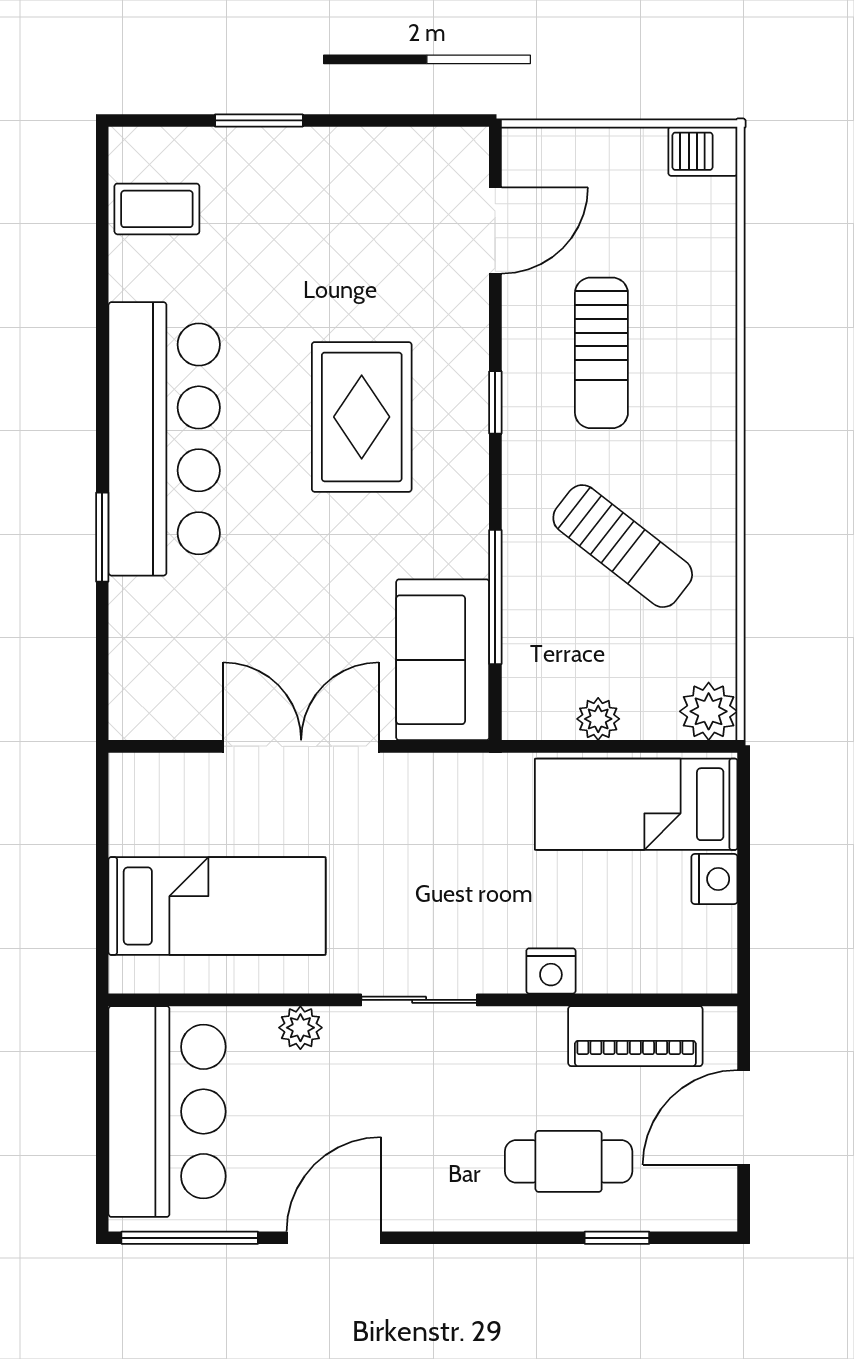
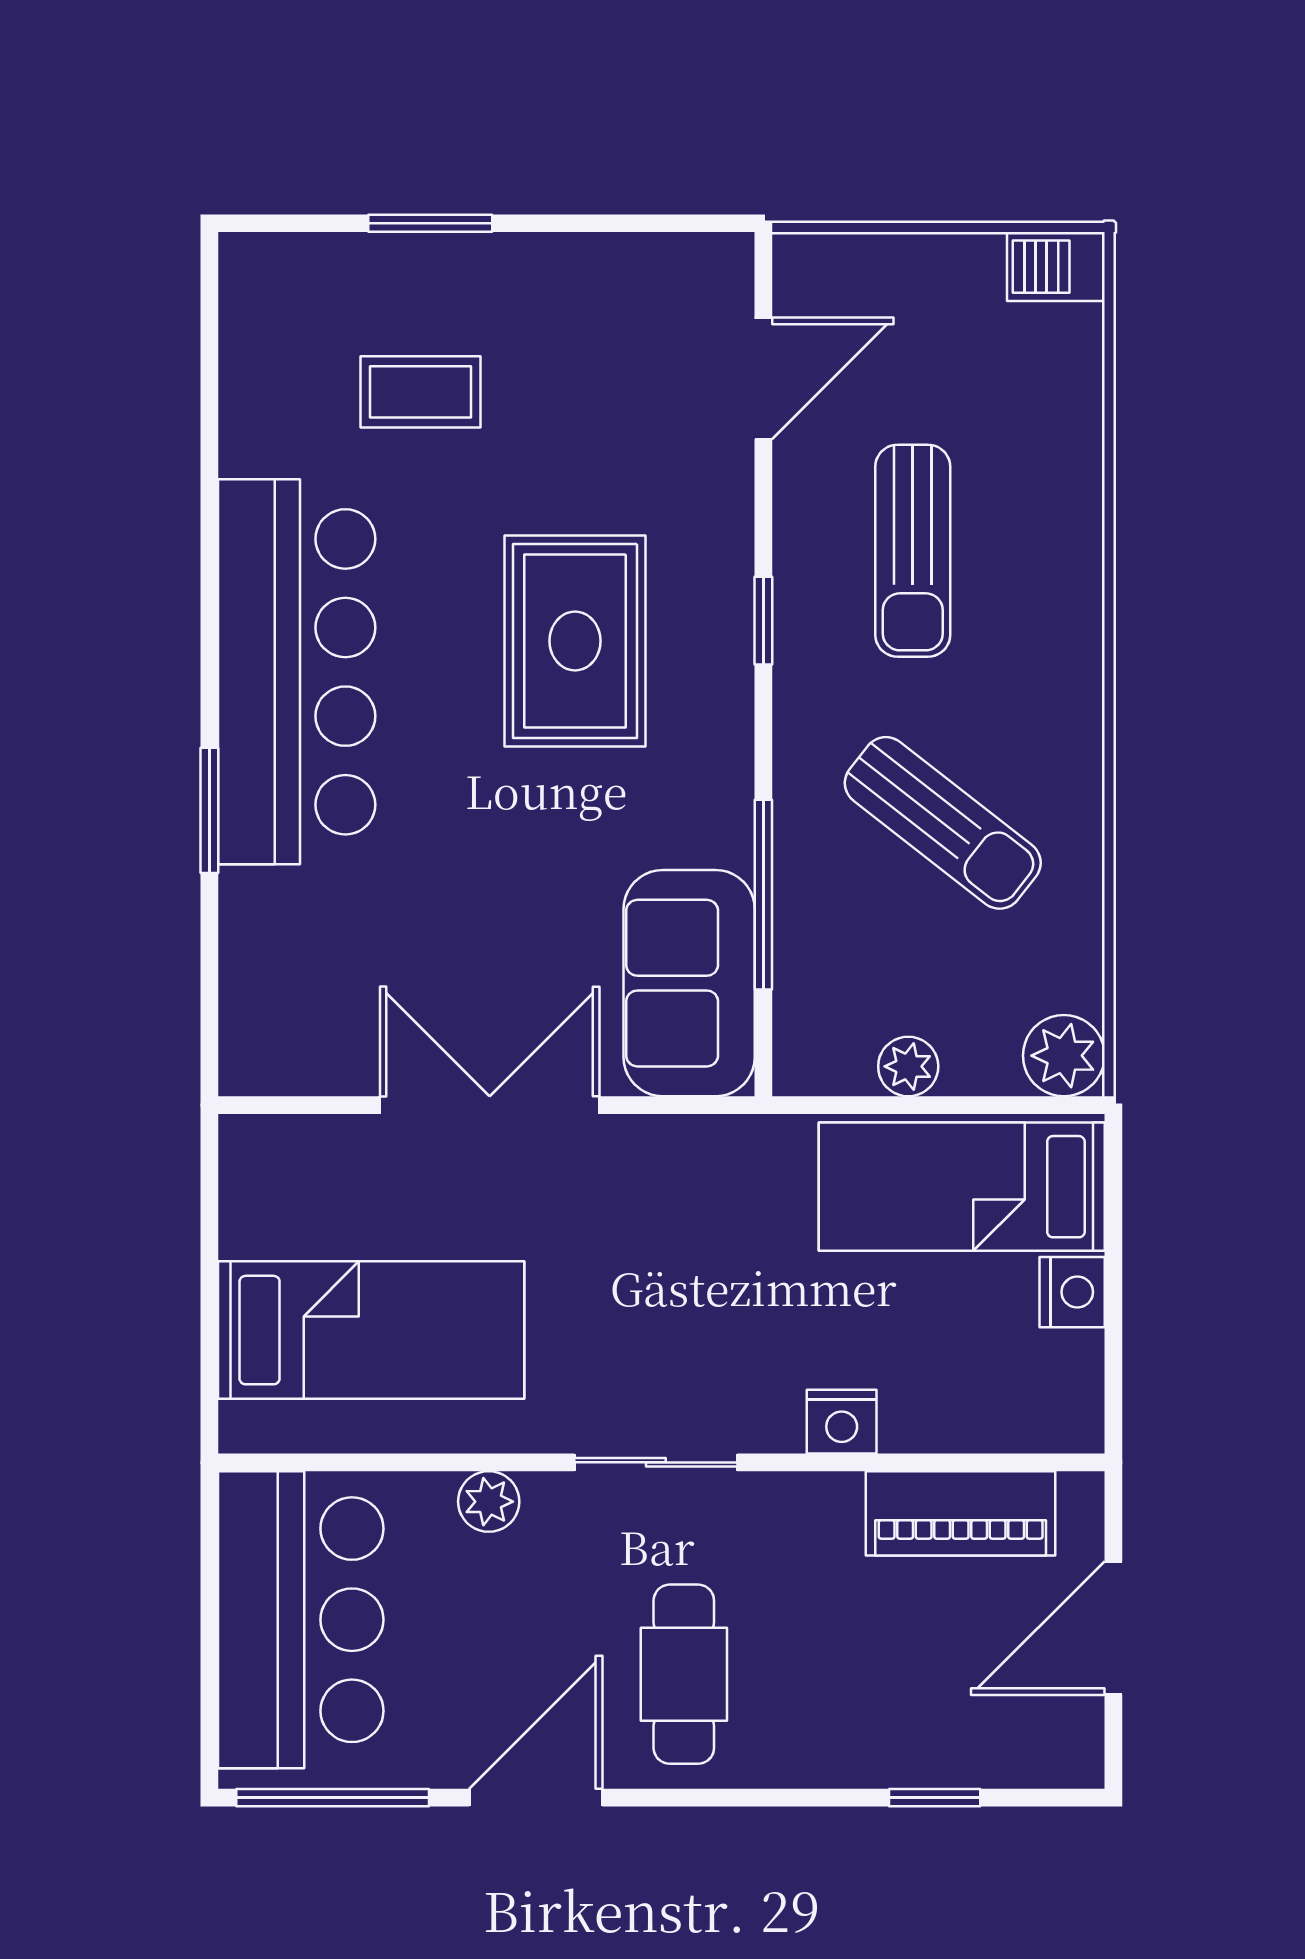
coffee table: (157, 209) -> (421, 392), moved
cafe table: (569, 1161) -> (684, 1674), moved, turned 90

